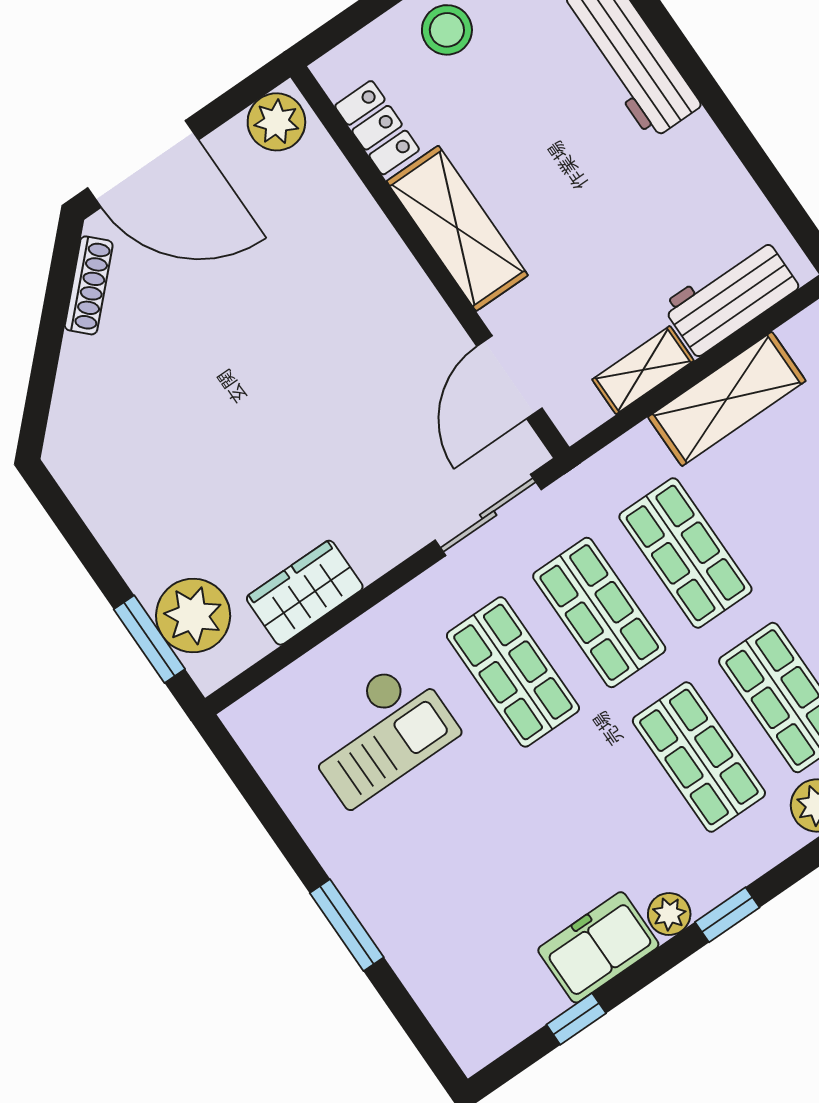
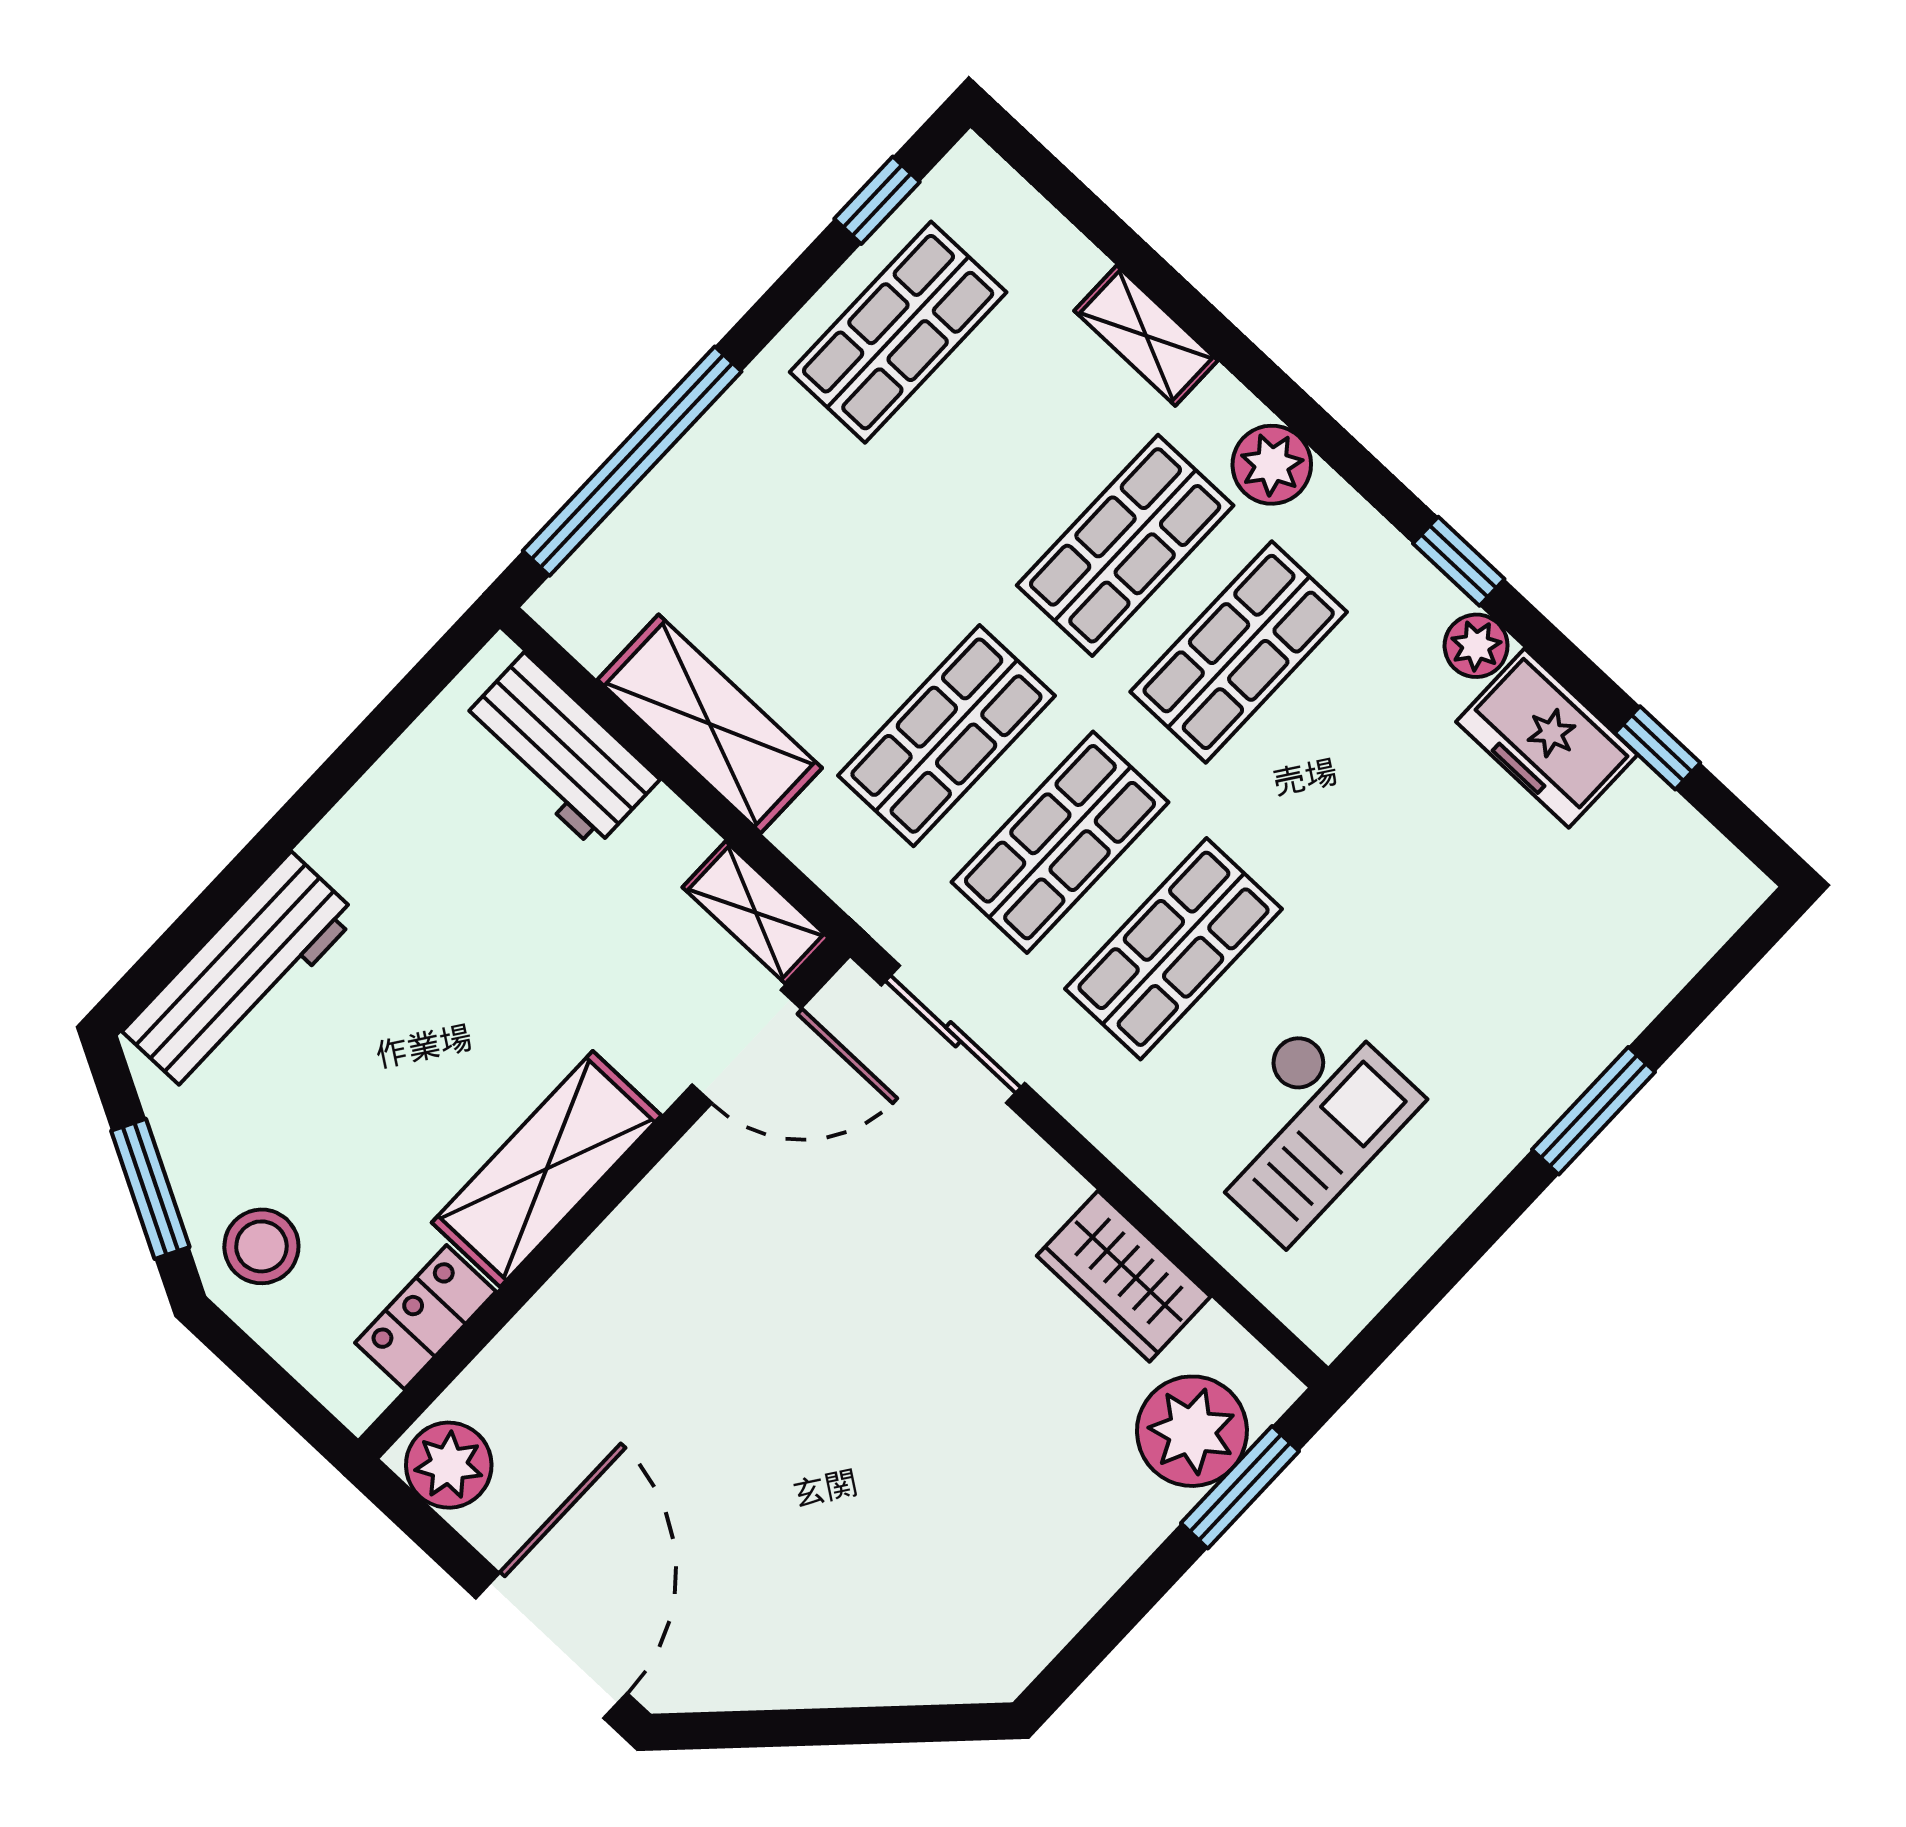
shoe rack: (89, 285) -> (745, 1687), removed
shelving: (643, 370) -> (756, 912), moved
checkout: (379, 733) -> (1304, 1125), turned 90

